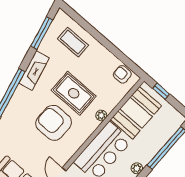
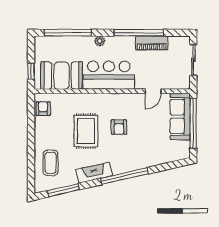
armchair: (122, 74) -> (43, 109), turned 180
plant: (101, 115) -> (85, 98), removed
armchair: (54, 123) -> (119, 127), width x0.53, depth x0.53

